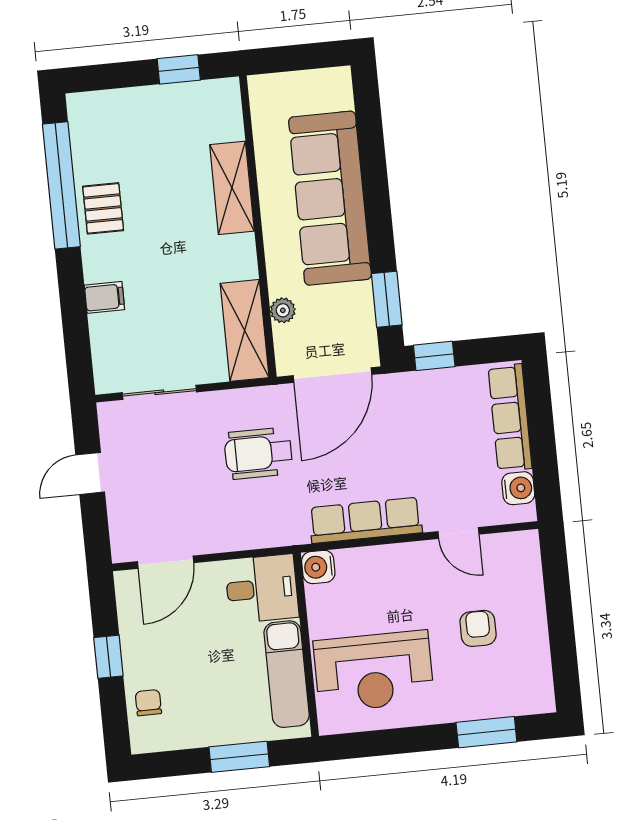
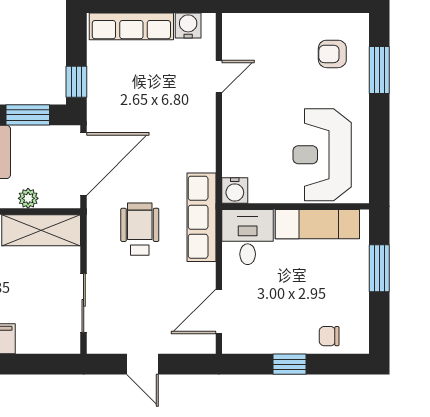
door: (332, 375) -> (84, 164), hinge flipped
wheelchair: (258, 453) -> (140, 229), turned 180
row of seats: (365, 520) -> (201, 217), moved
door: (166, 562) -> (219, 311), swing flipped
armchair: (478, 628) -> (332, 54), moved
reception desk: (374, 671) -> (322, 155), turned 180

